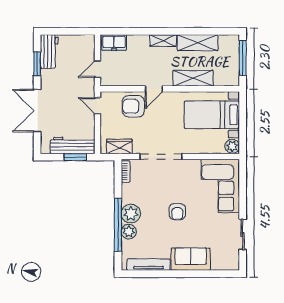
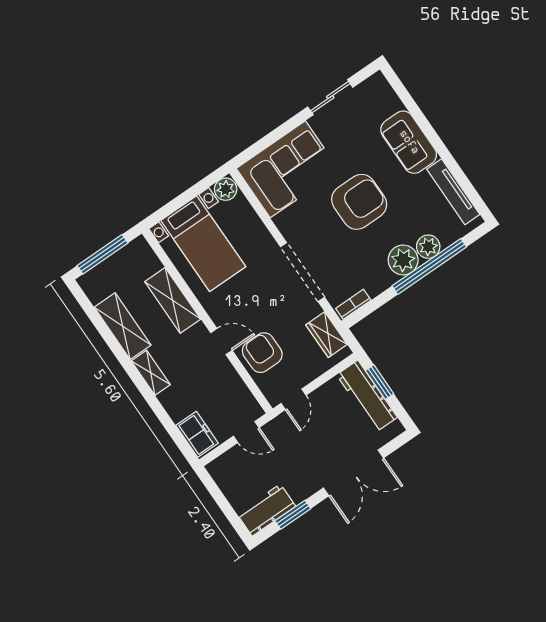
armchair: (133, 106) -> (262, 353), turned 180
armchair: (177, 212) -> (359, 202), width x1.88, depth x1.88

